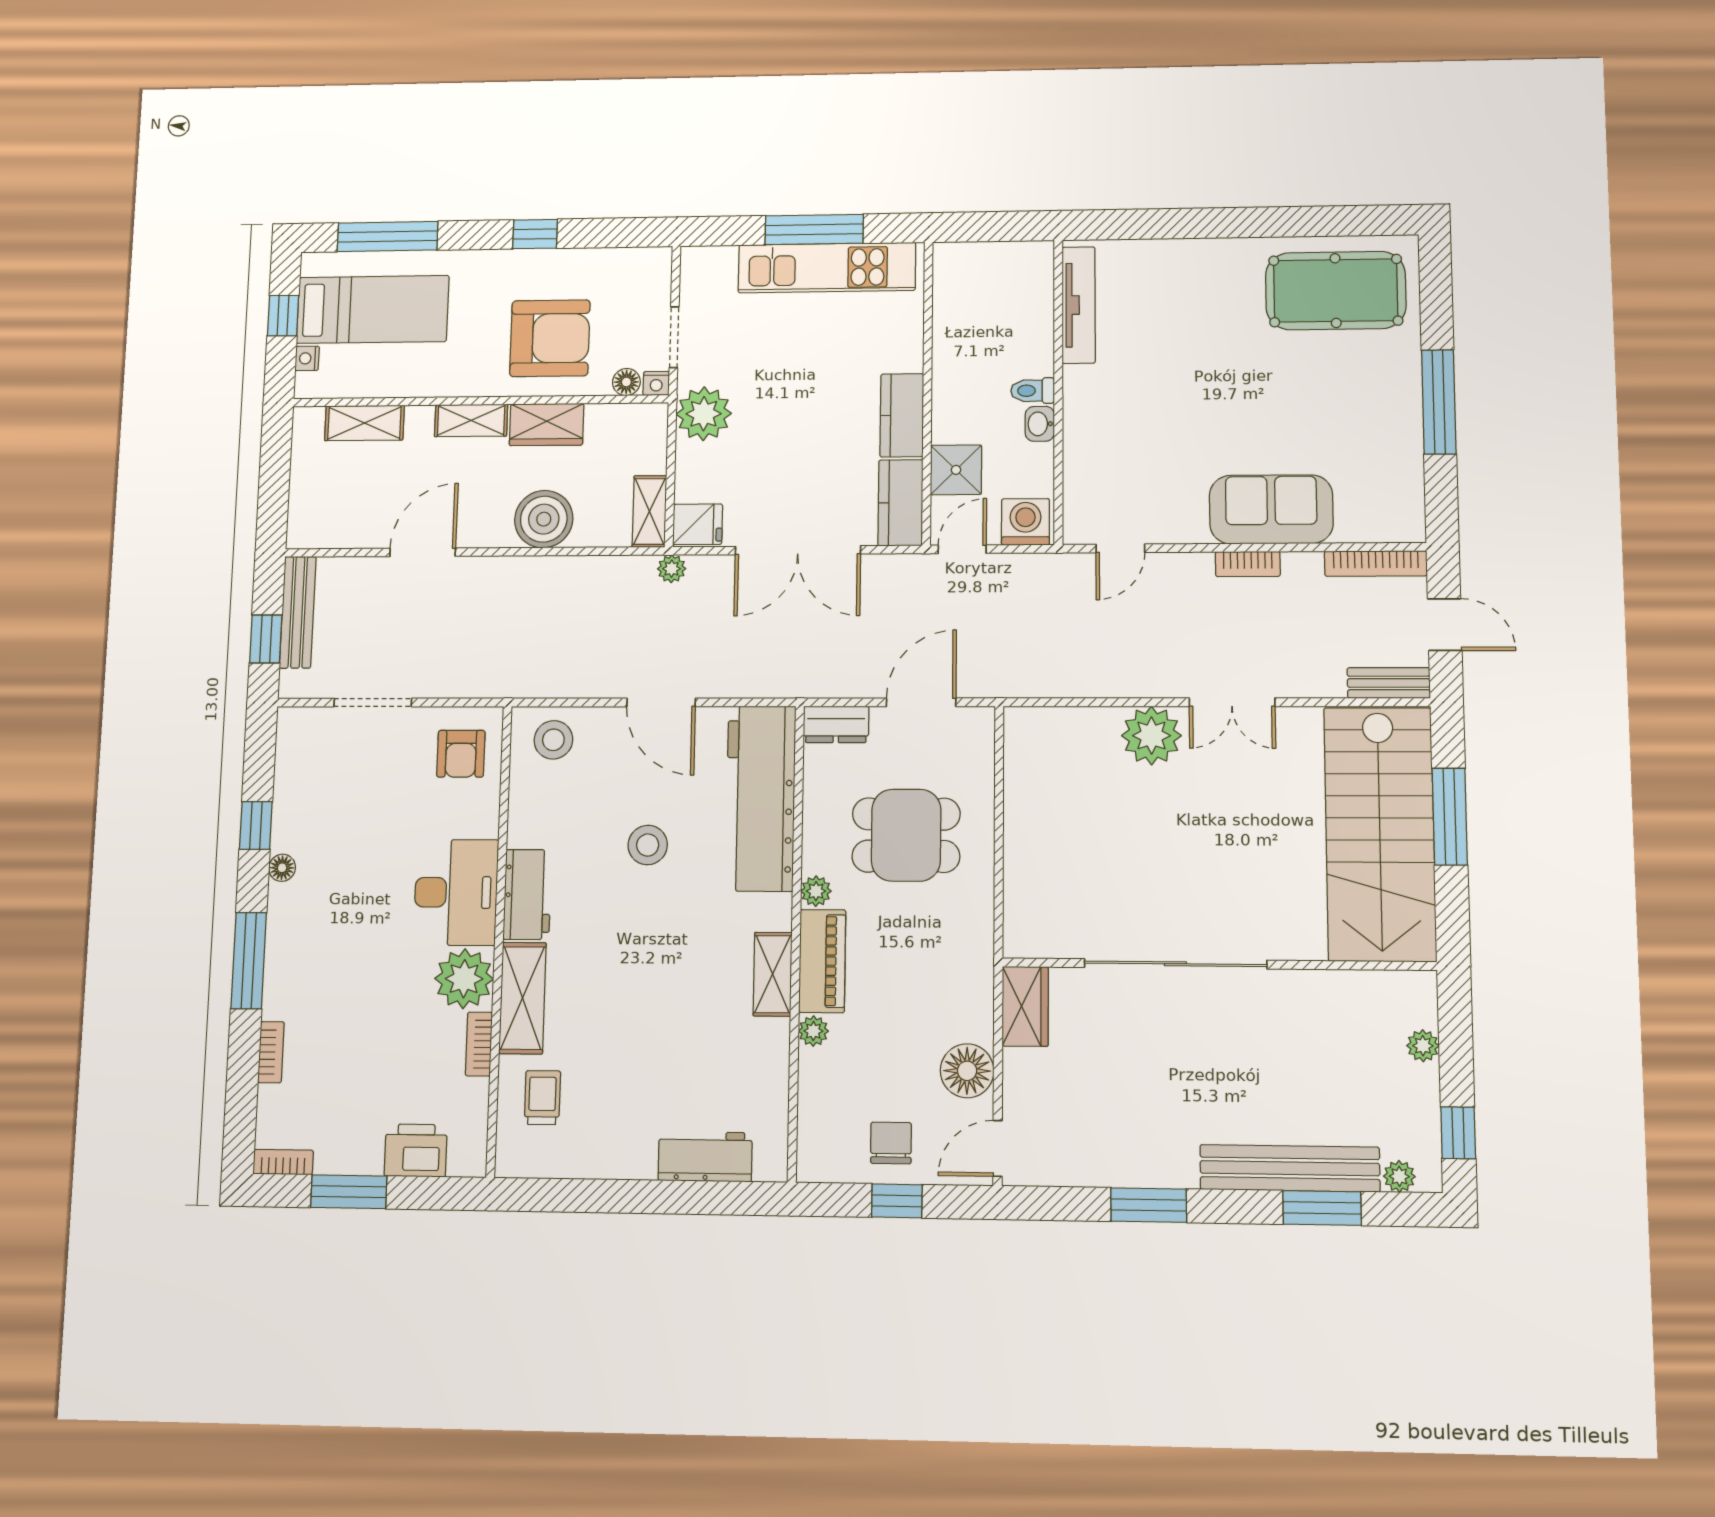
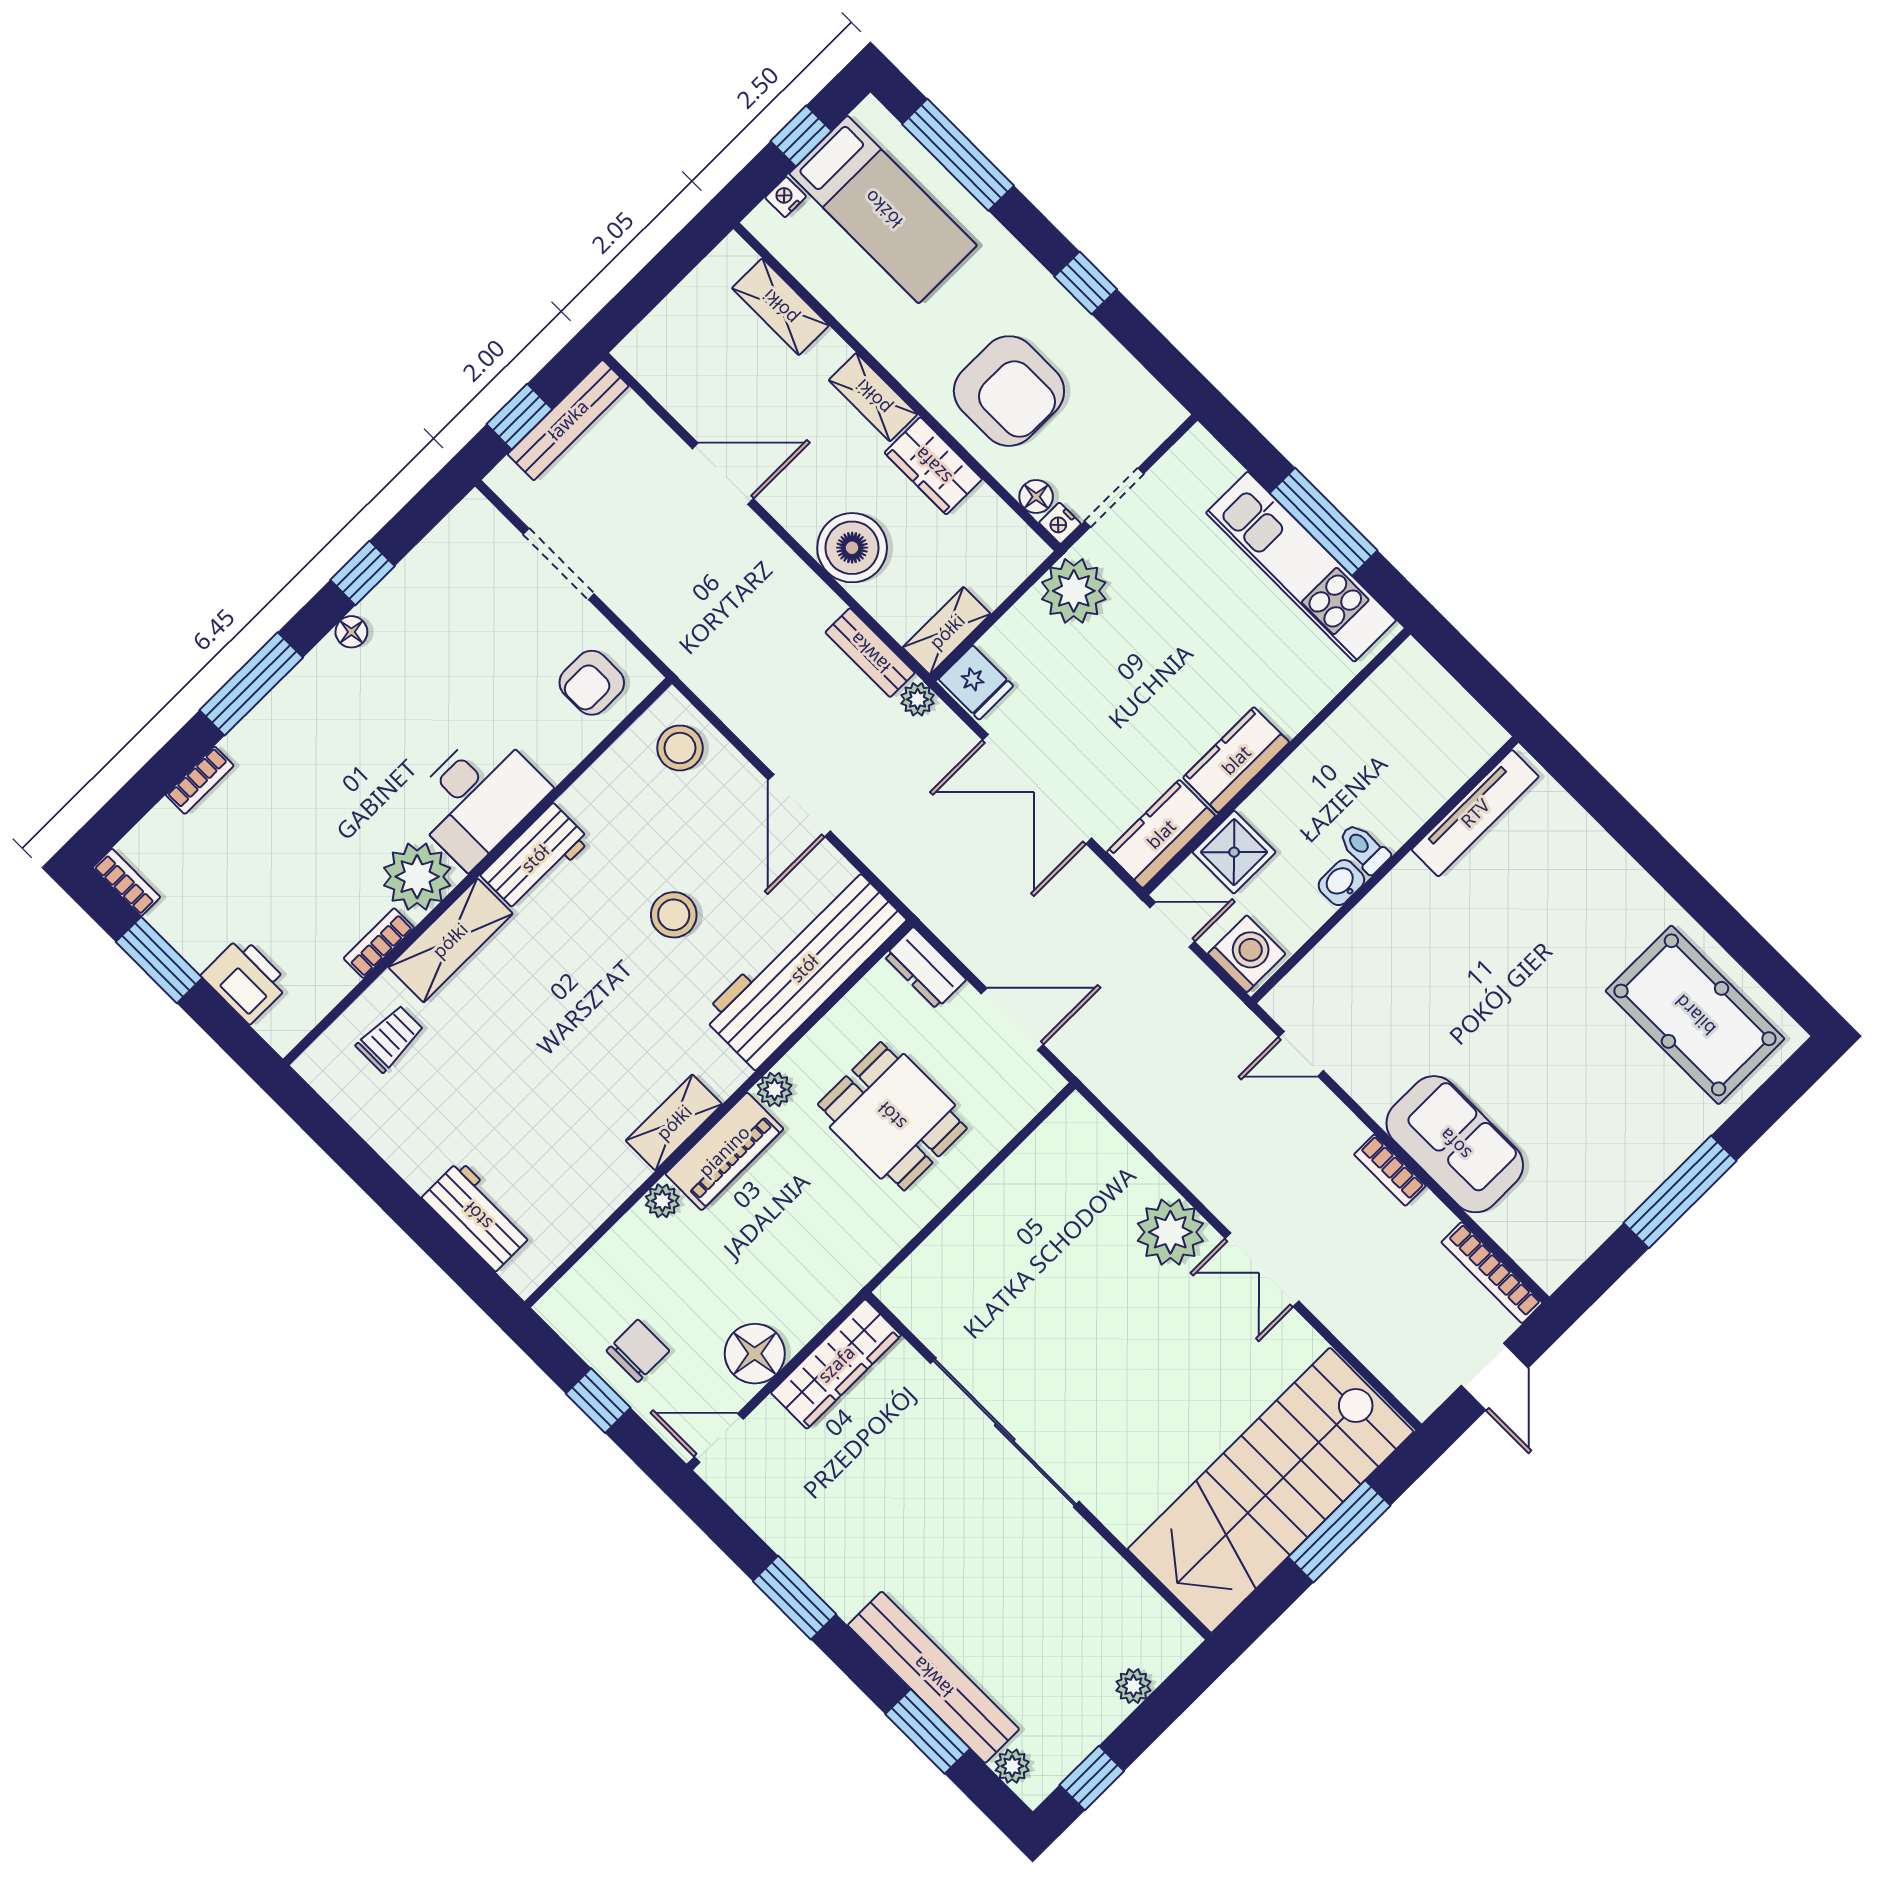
bench: (1389, 683) -> (870, 653), moved
wardrobe: (1025, 1006) -> (836, 1364), width x1.50

